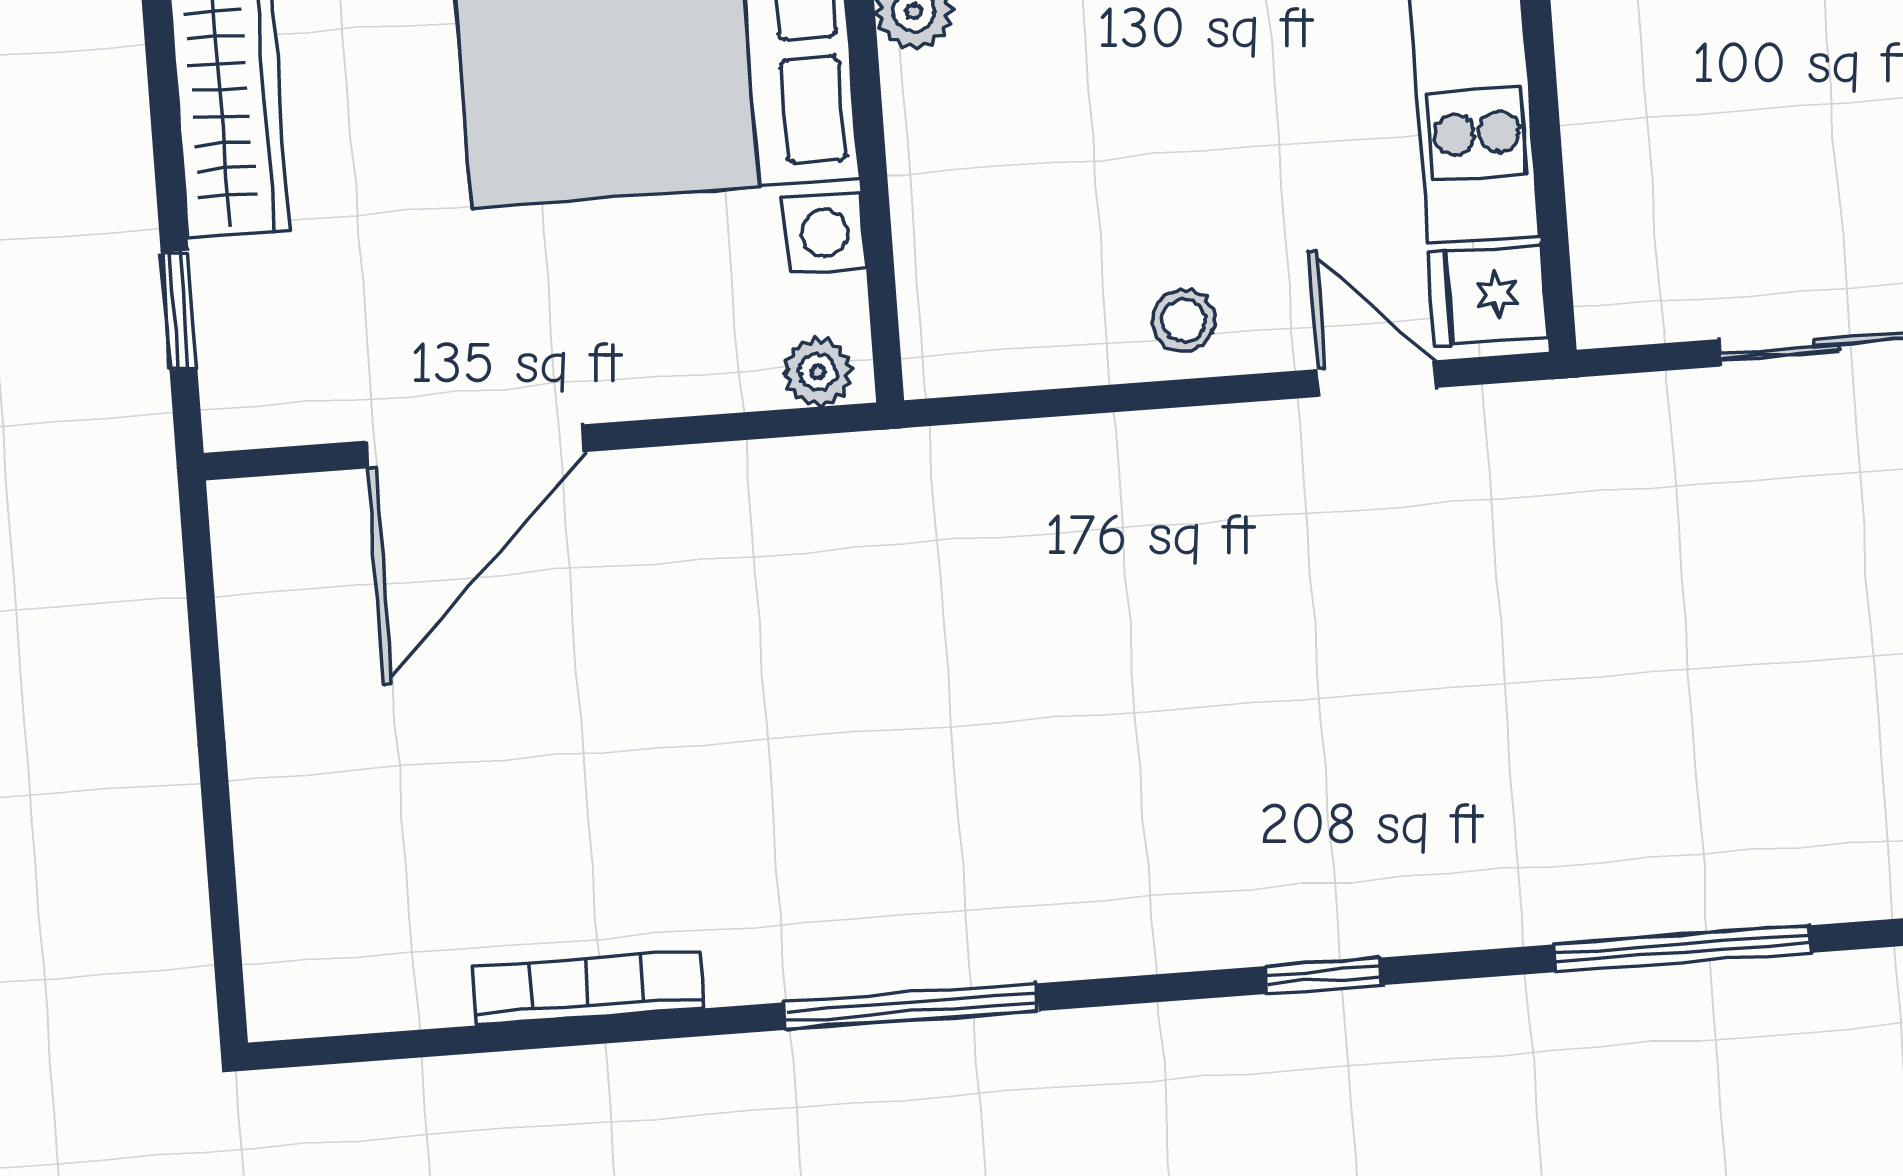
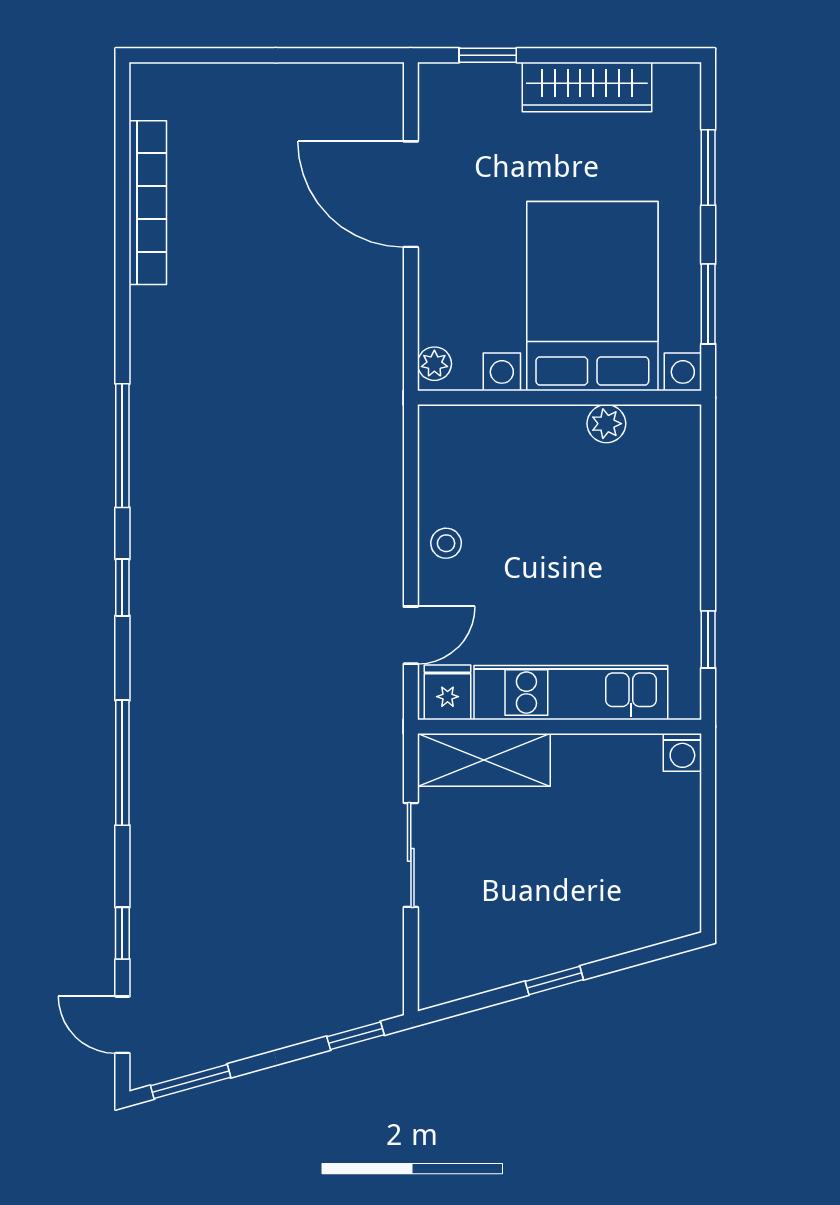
shelving: (1621, 210) -> (484, 760), added
bookcase: (588, 988) -> (148, 203), width x1.48, depth x1.31
window: (911, 1007) -> (122, 446), moved

